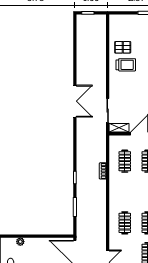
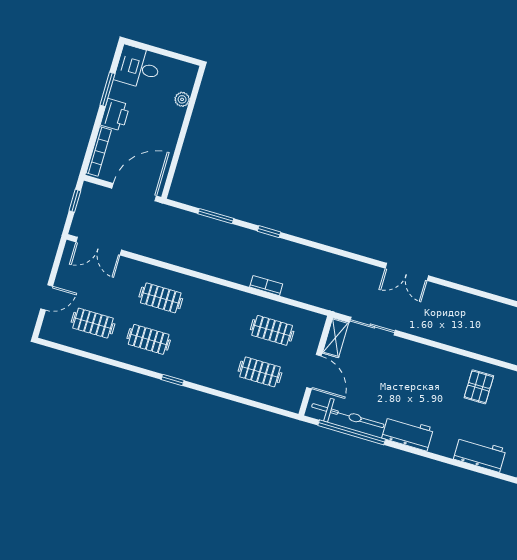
trolley: (126, 65) -> (446, 383), removed
double door: (75, 101) -> (407, 272), width x0.73

